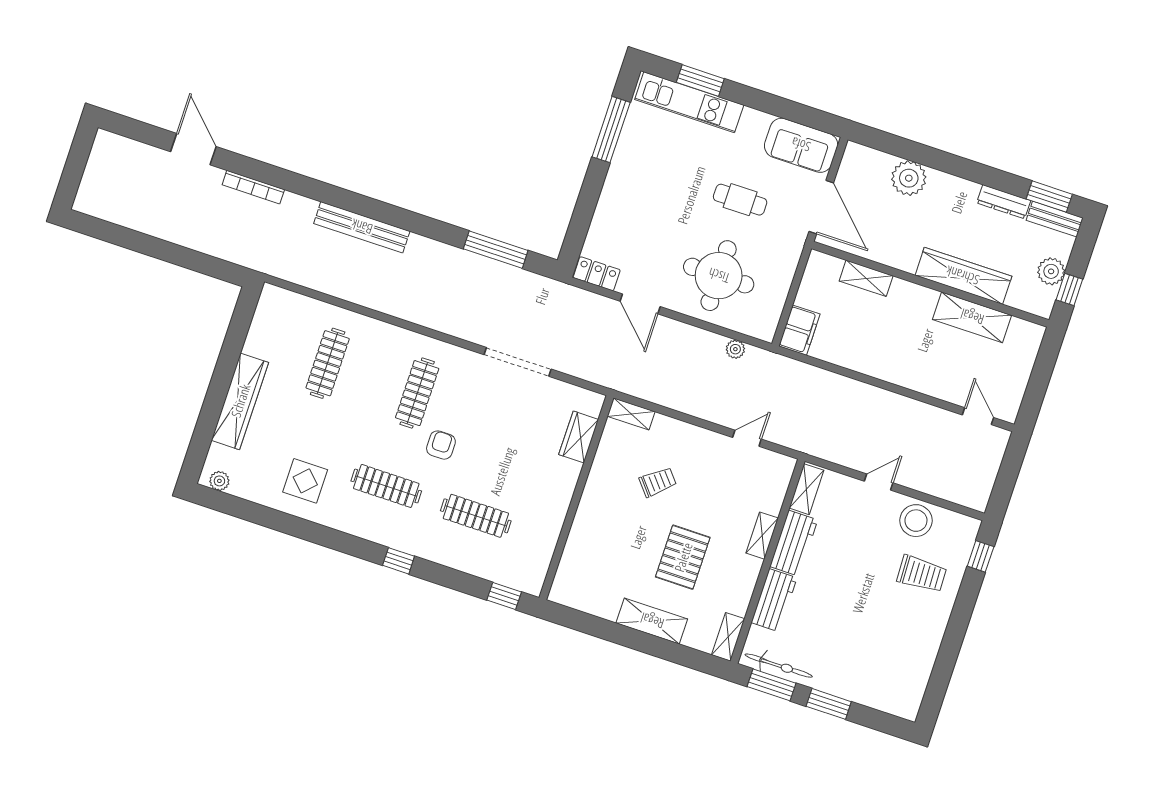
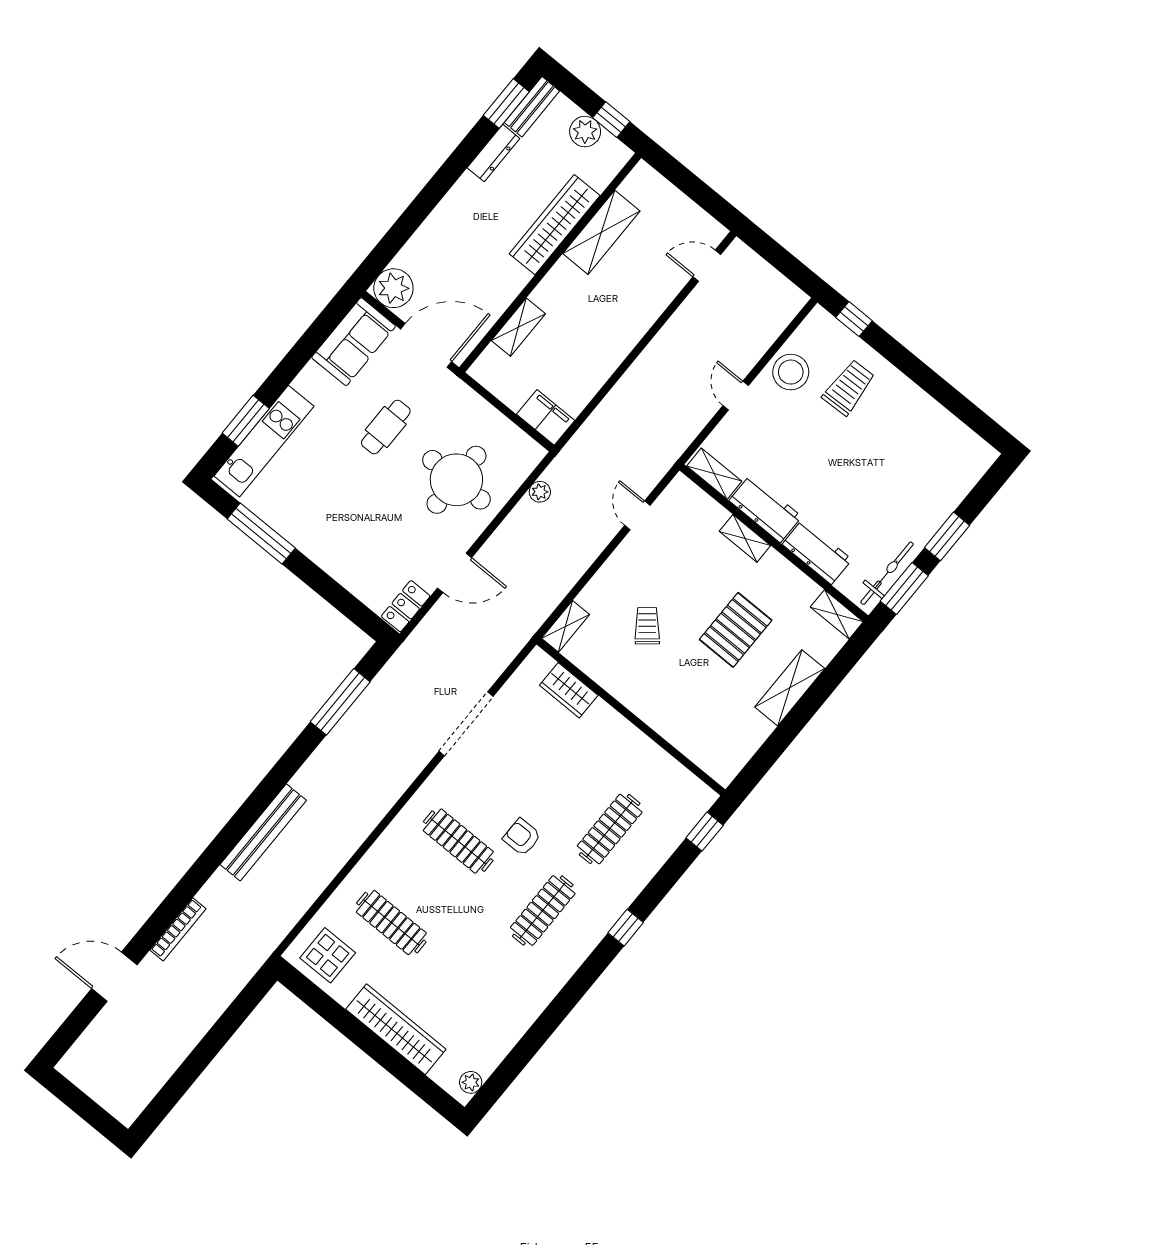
plant: (909, 178) -> (393, 288), moved
display table: (305, 481) -> (328, 955), moved
pallet: (683, 557) -> (736, 630), turned 90

